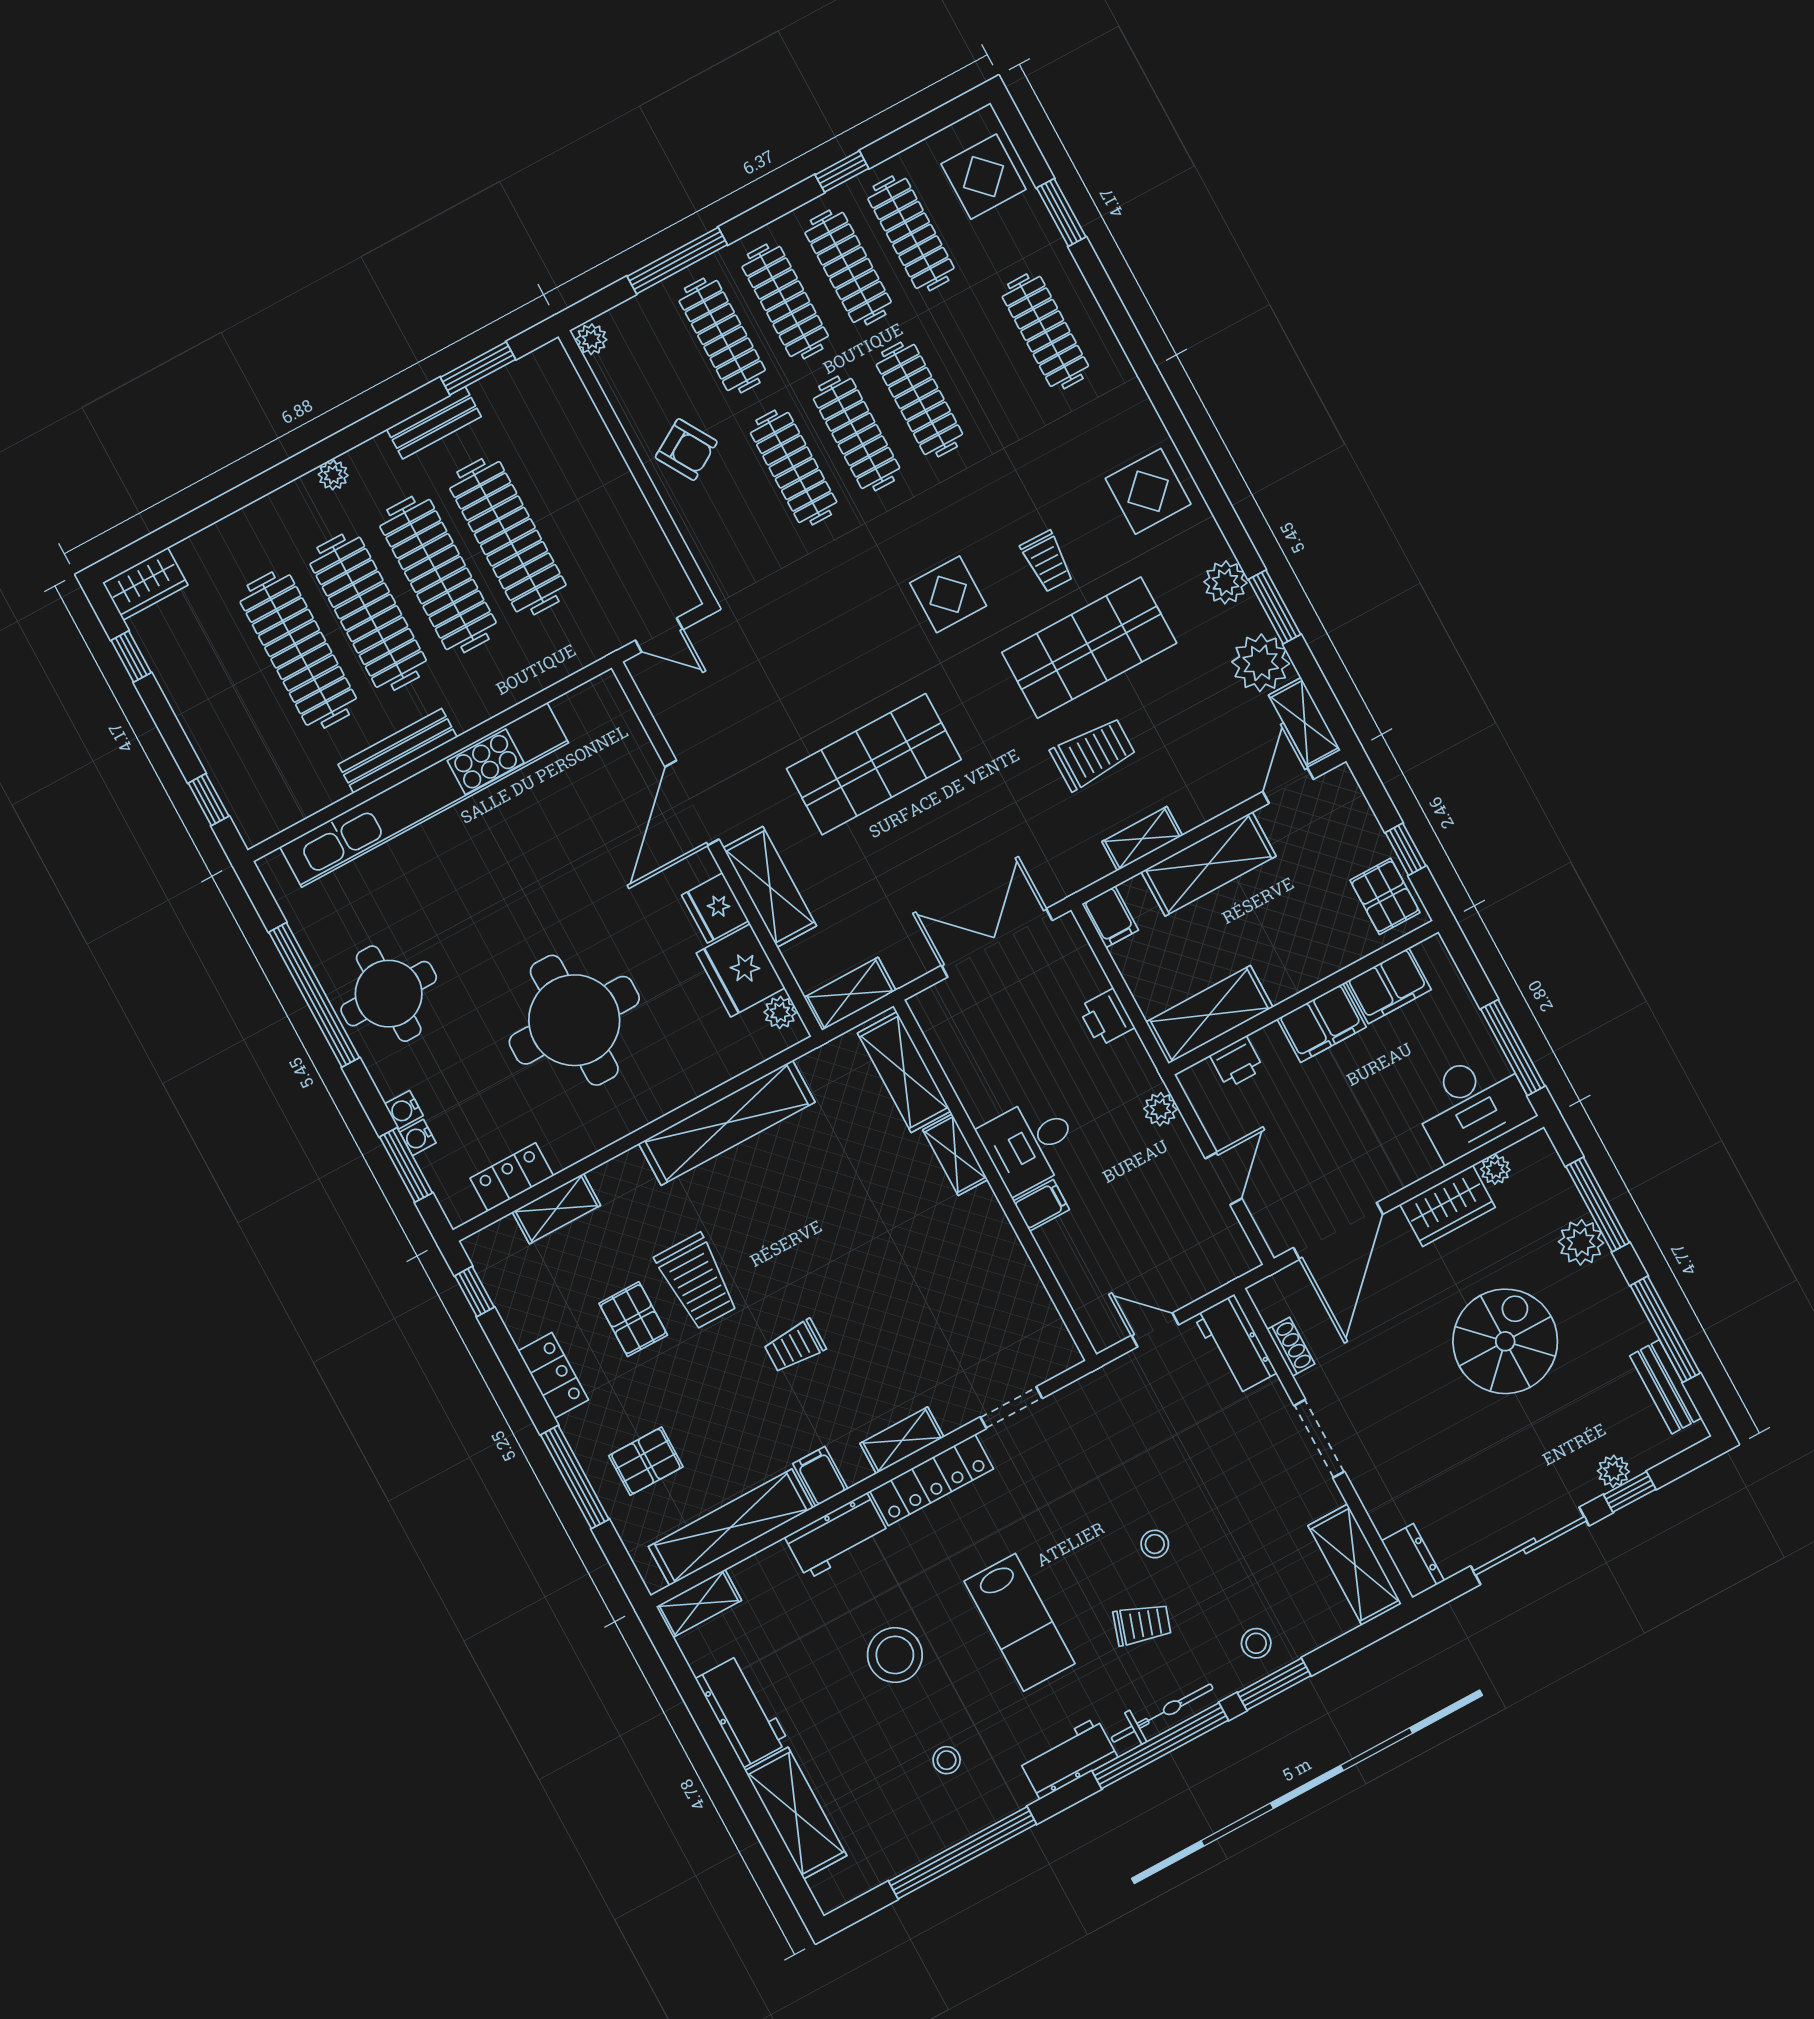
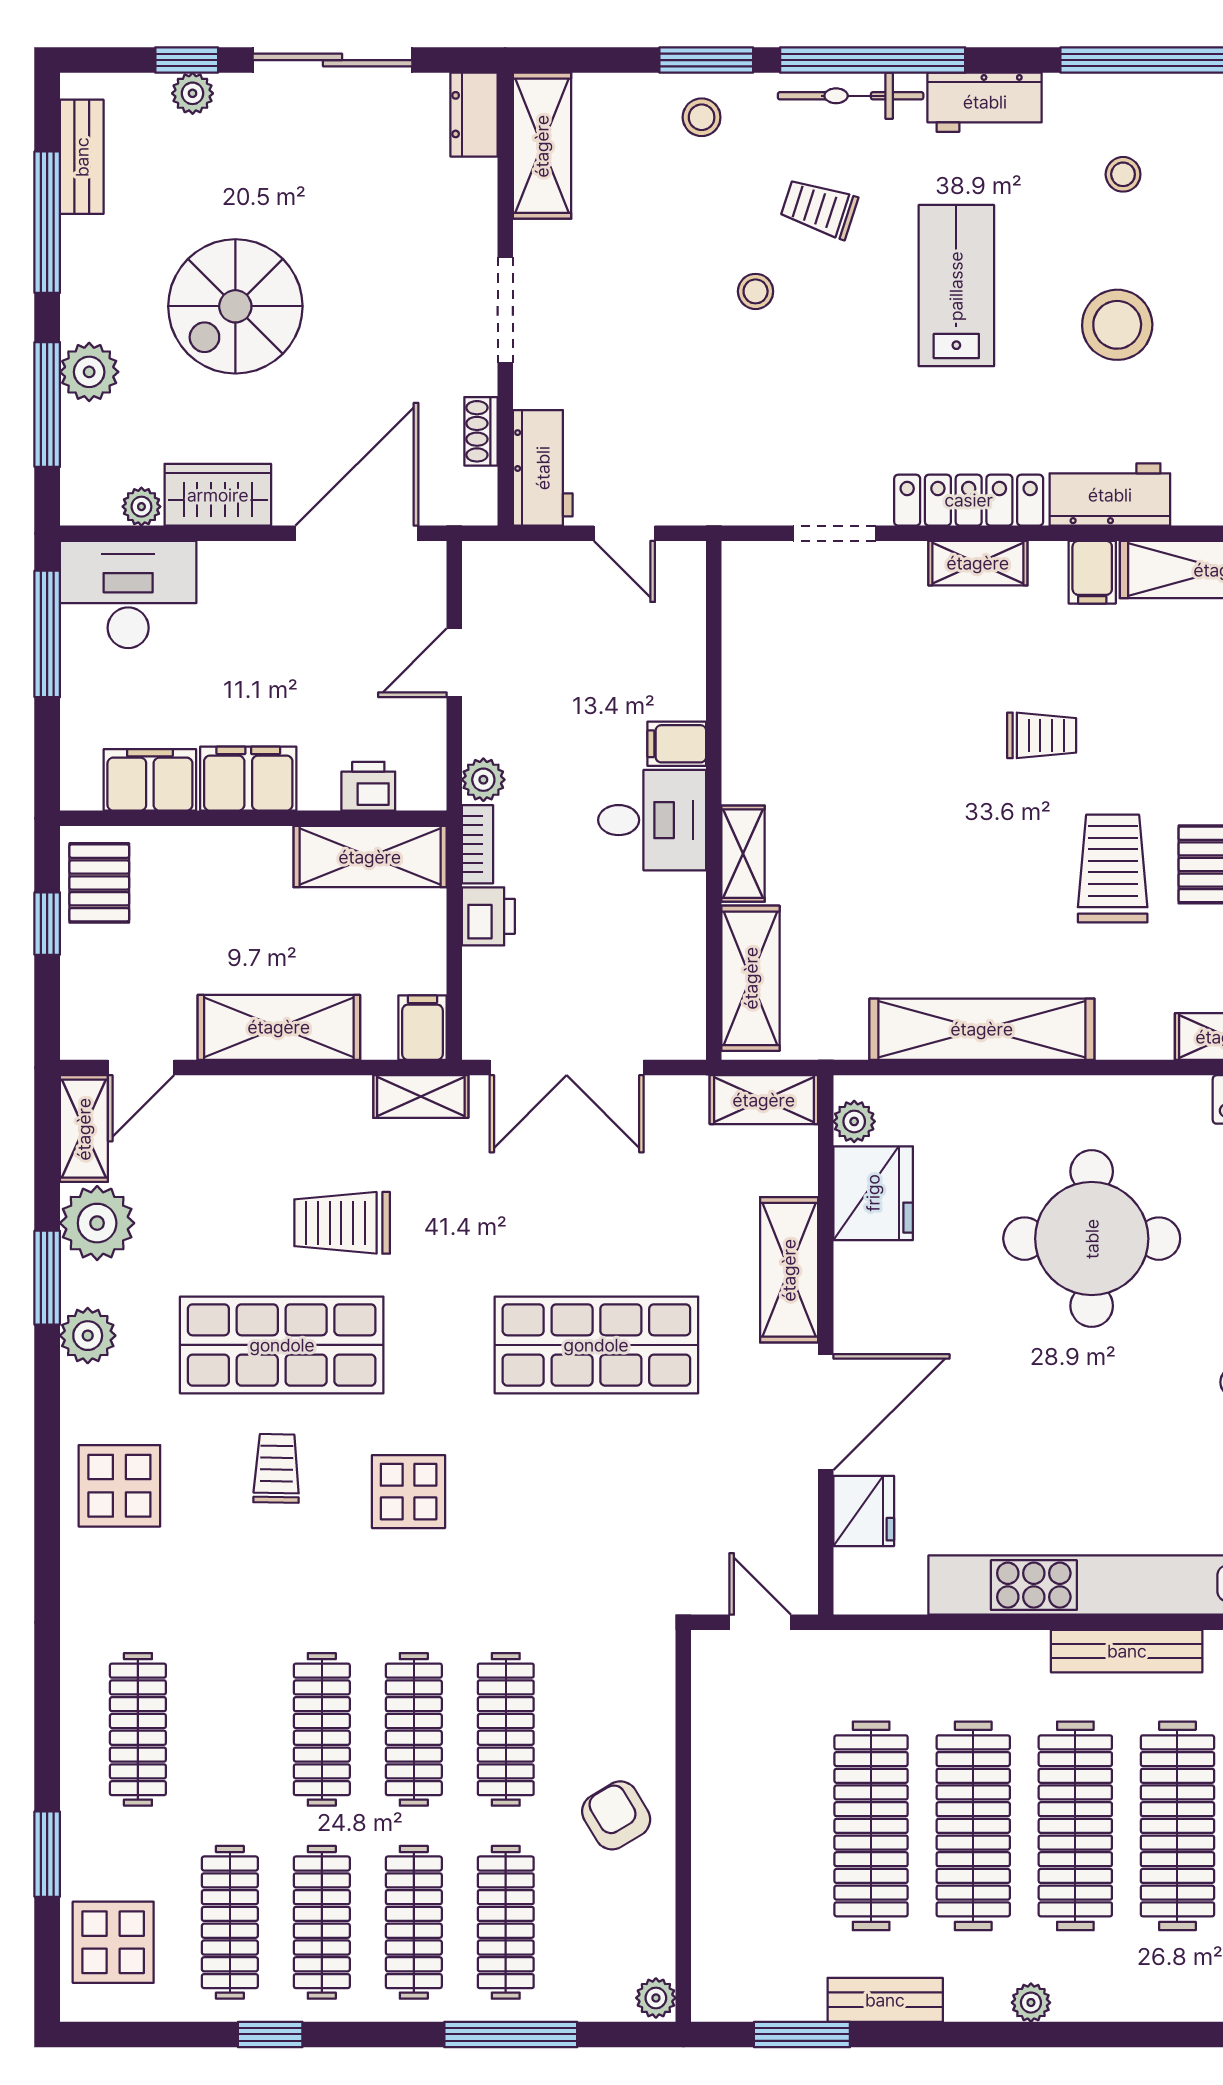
shelving: (1142, 839) -> (421, 1097), moved
fridge: (715, 908) -> (864, 1511), moved
bookcase: (1140, 1063) -> (478, 844), added

